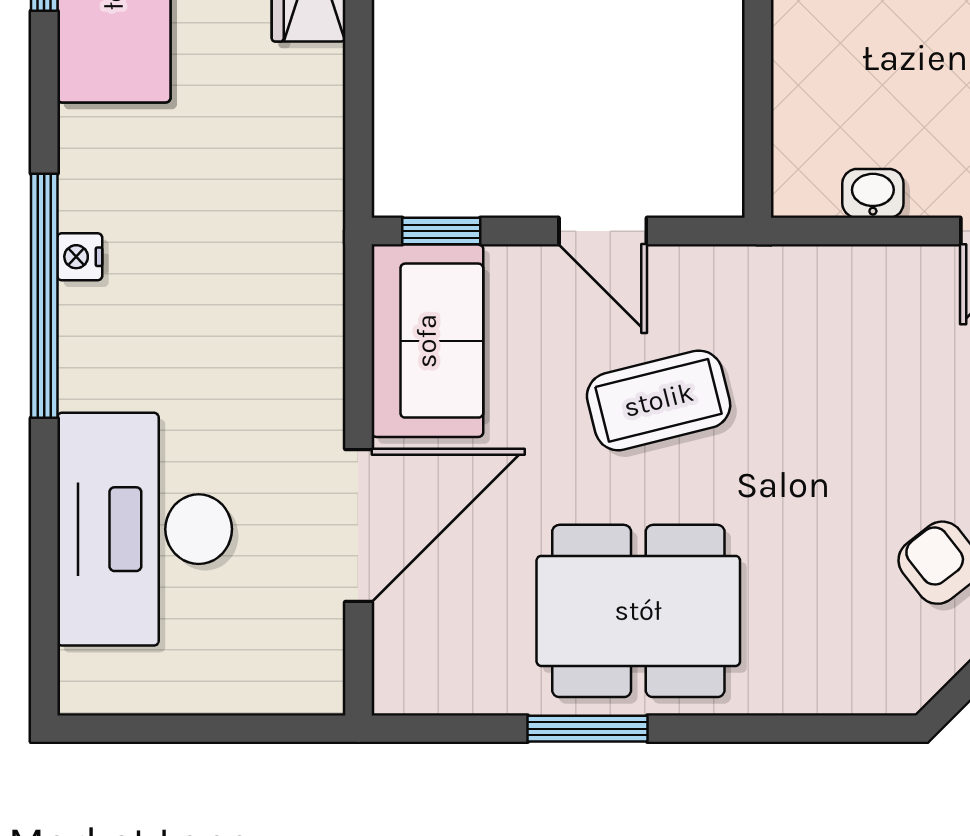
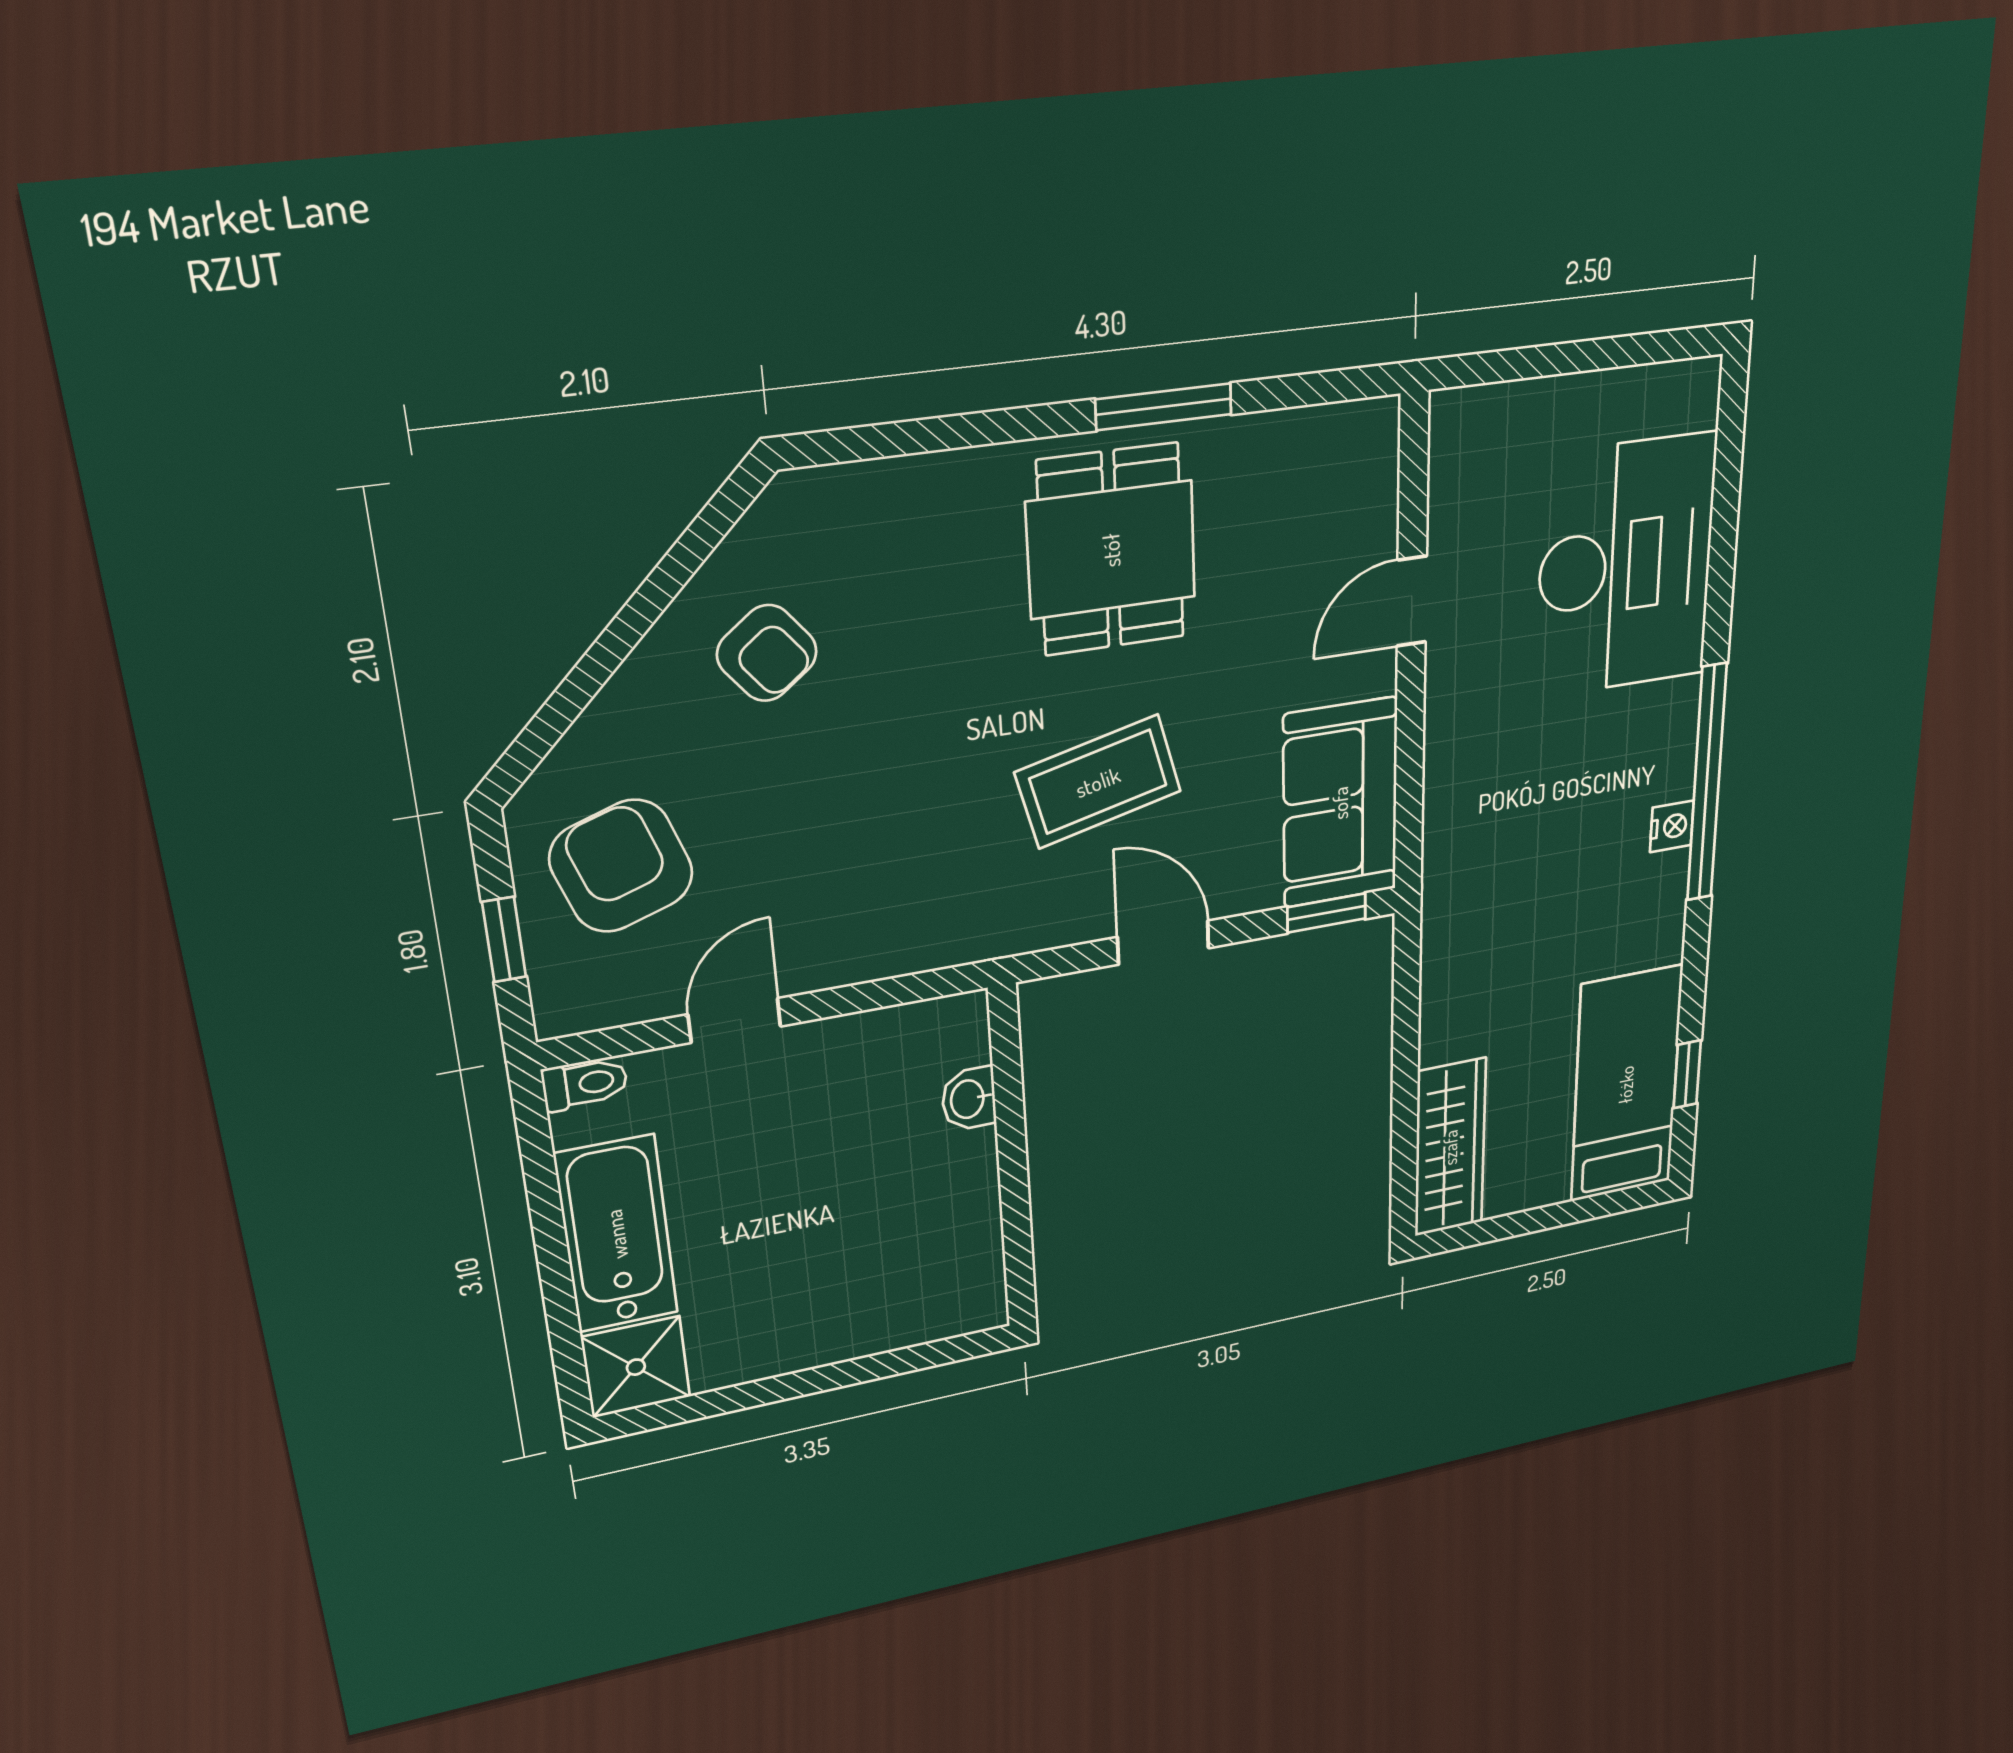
washbasin: (873, 193) -> (969, 1099), moved, turned 90
door: (358, 525) -> (1412, 601), width x0.53
dining table: (638, 611) -> (1111, 550), width x0.73

